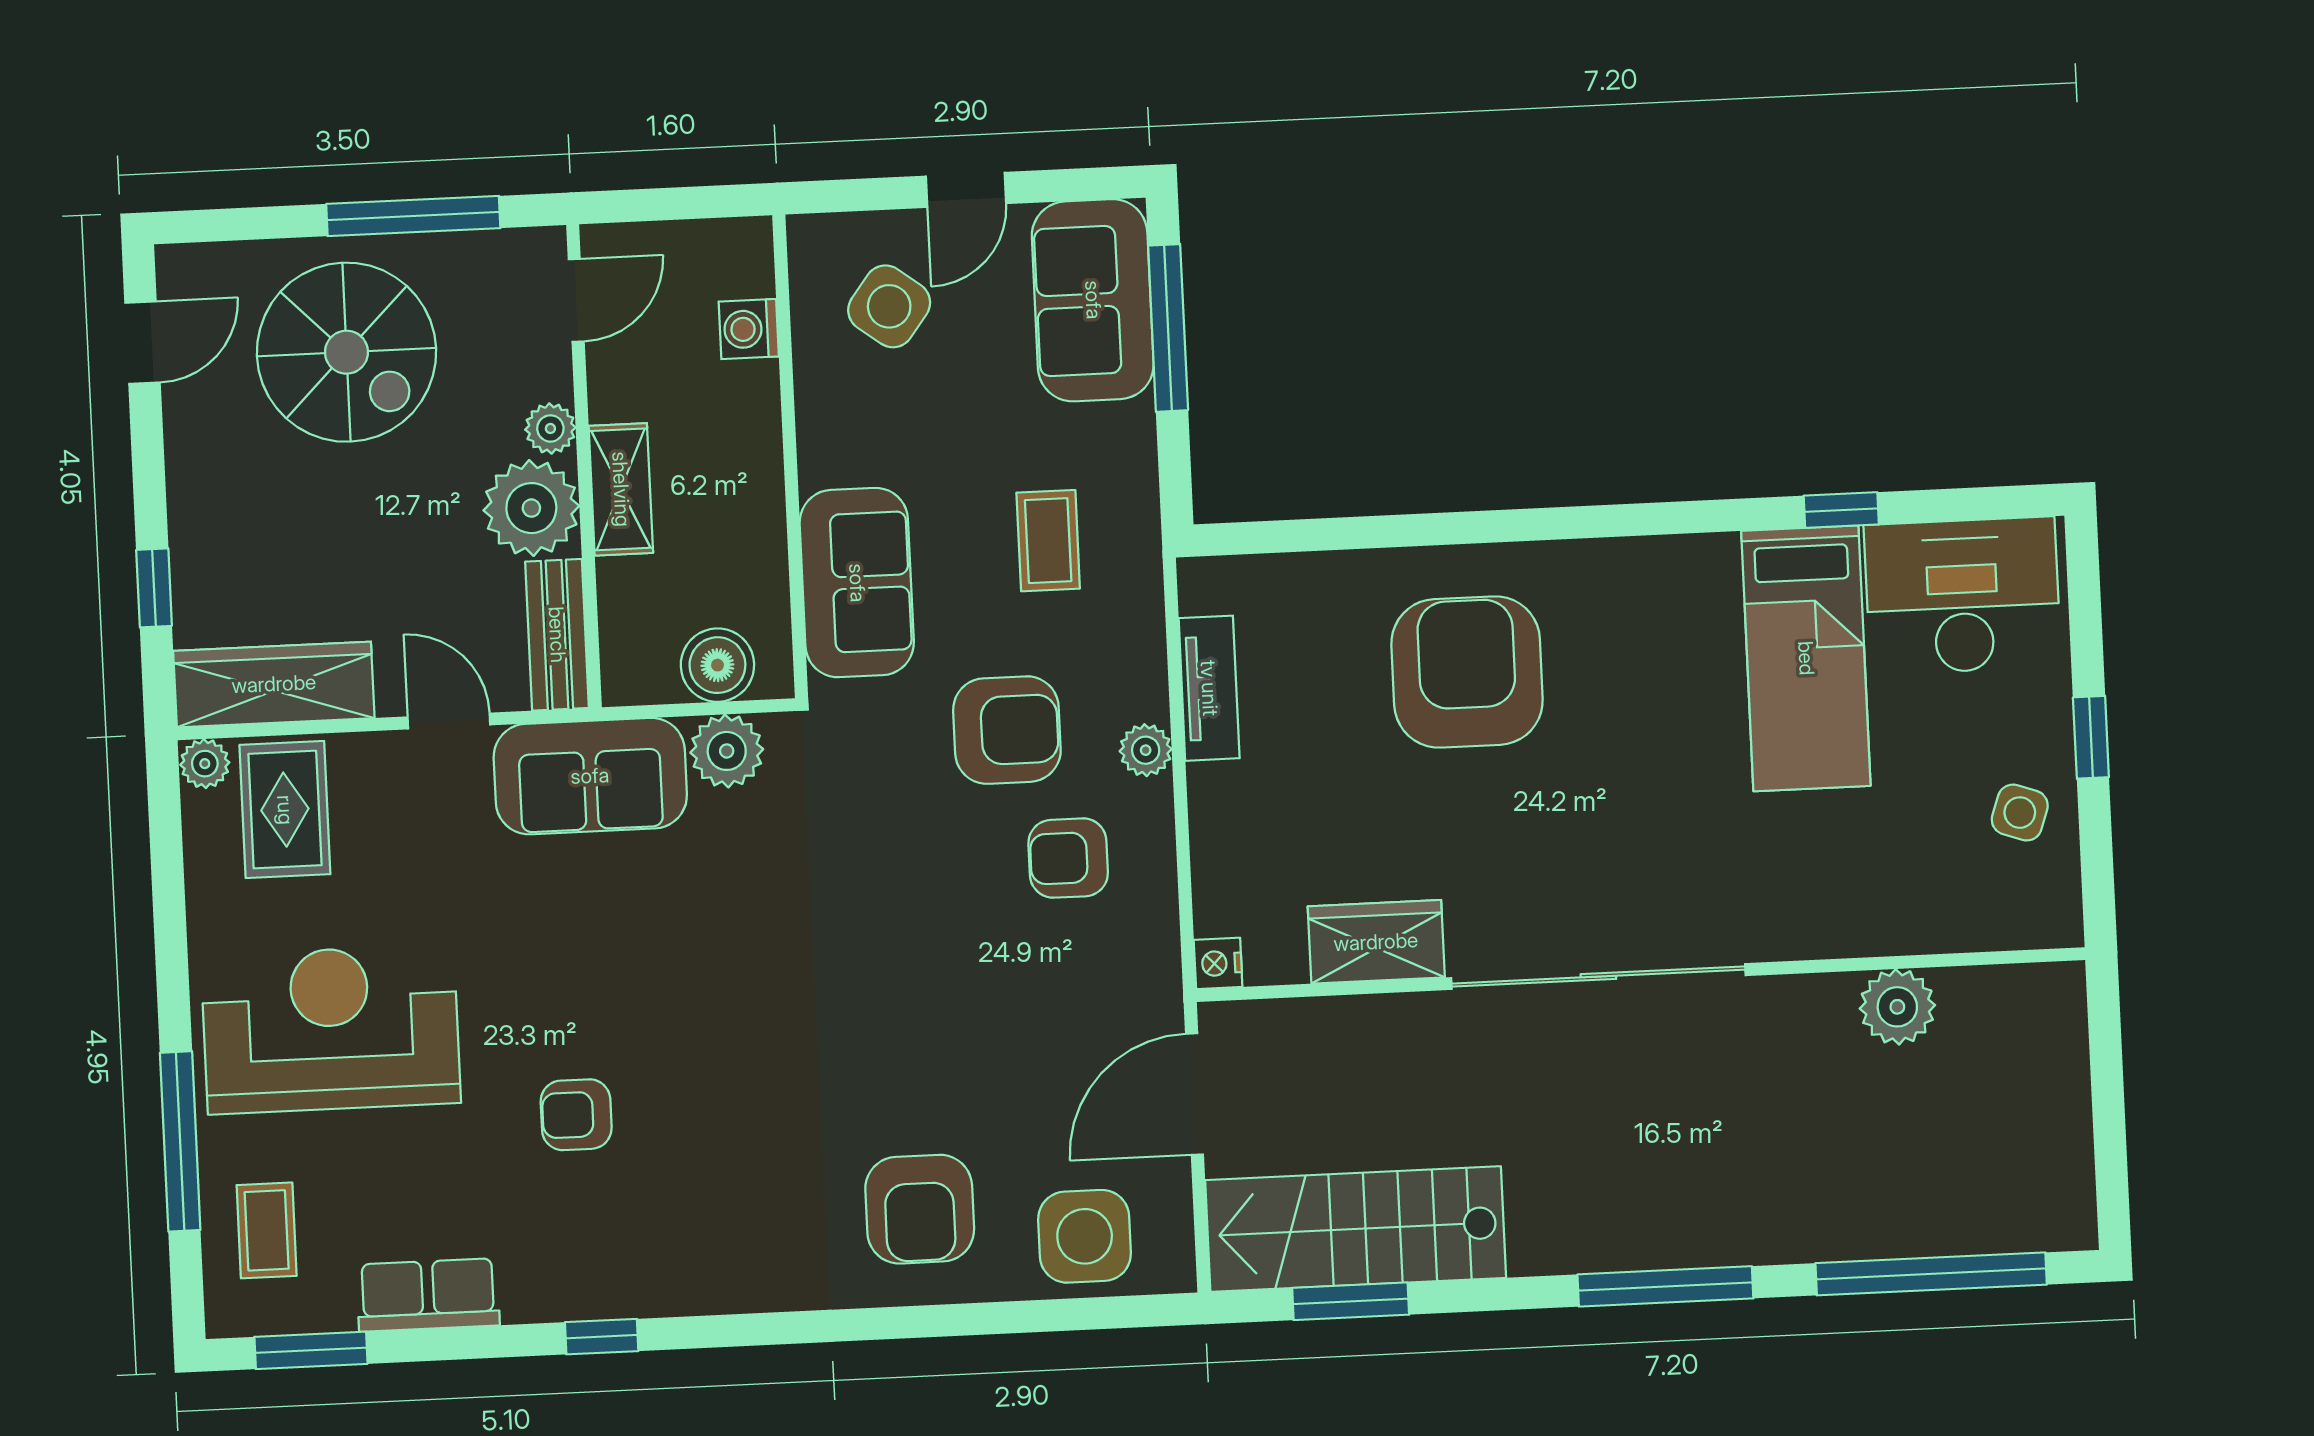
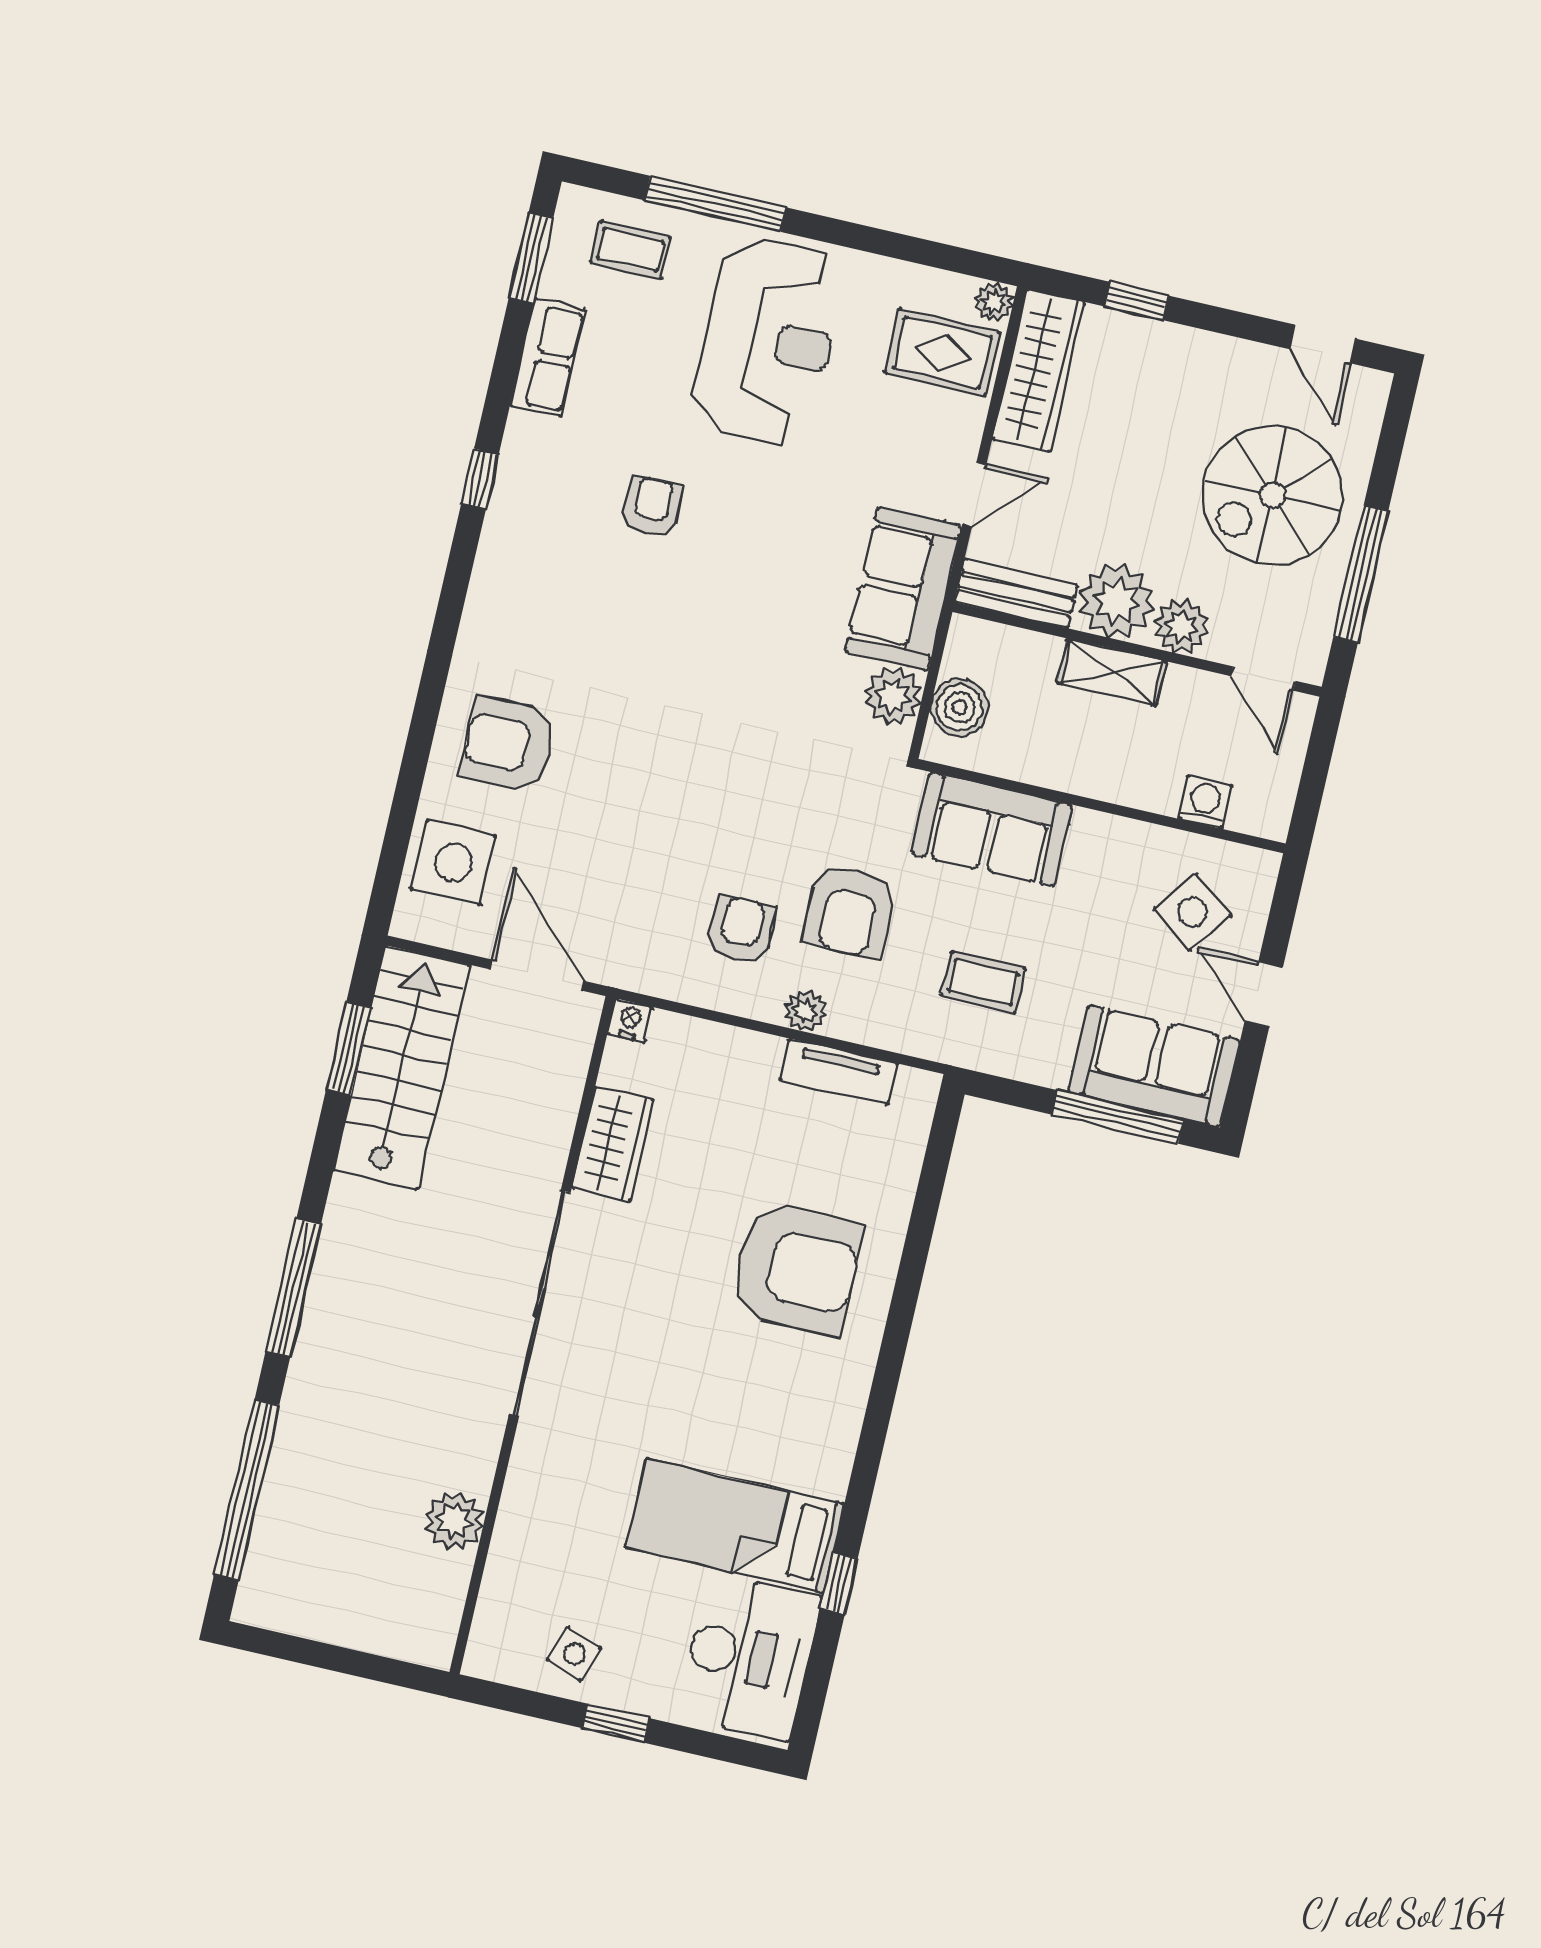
plant: (550, 428) -> (1181, 627), width x1.38, depth x1.38

